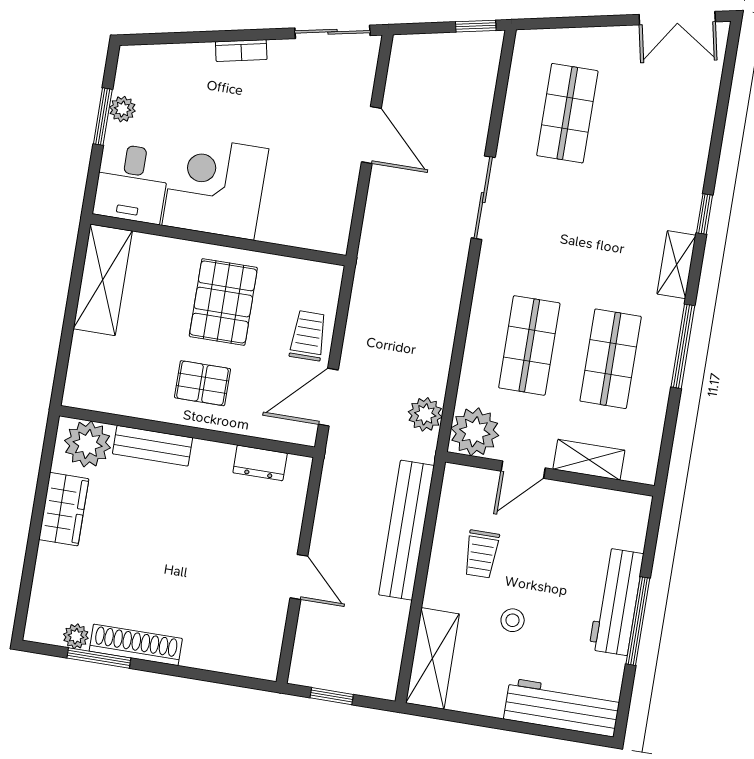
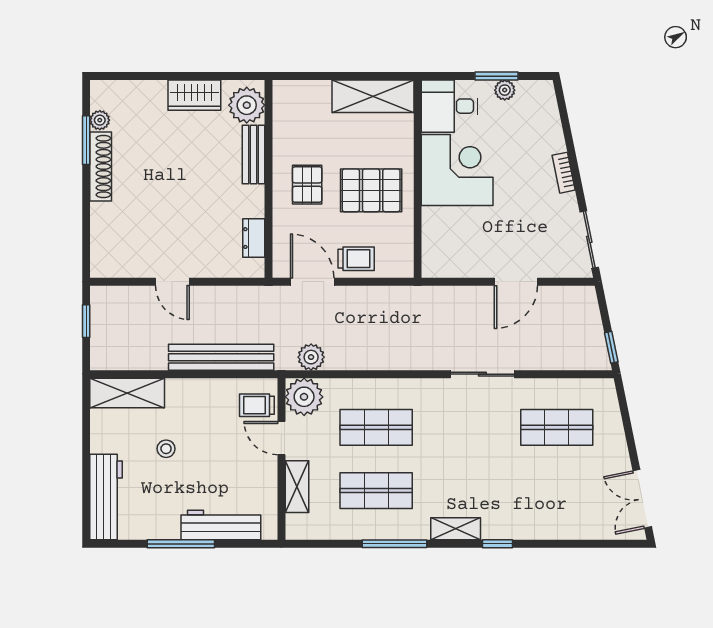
trolley: (481, 554) -> (257, 405), moved
door: (299, 577) -> (172, 282), hinge flipped
workbench: (616, 602) -> (221, 525), moved

